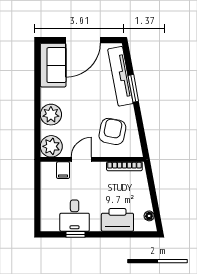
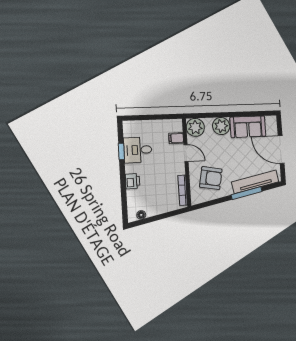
sofa: (53, 65) -> (248, 127), moved
window: (133, 88) -> (247, 193), width x1.44
printer: (117, 220) -> (133, 181), width x0.53, depth x0.68

